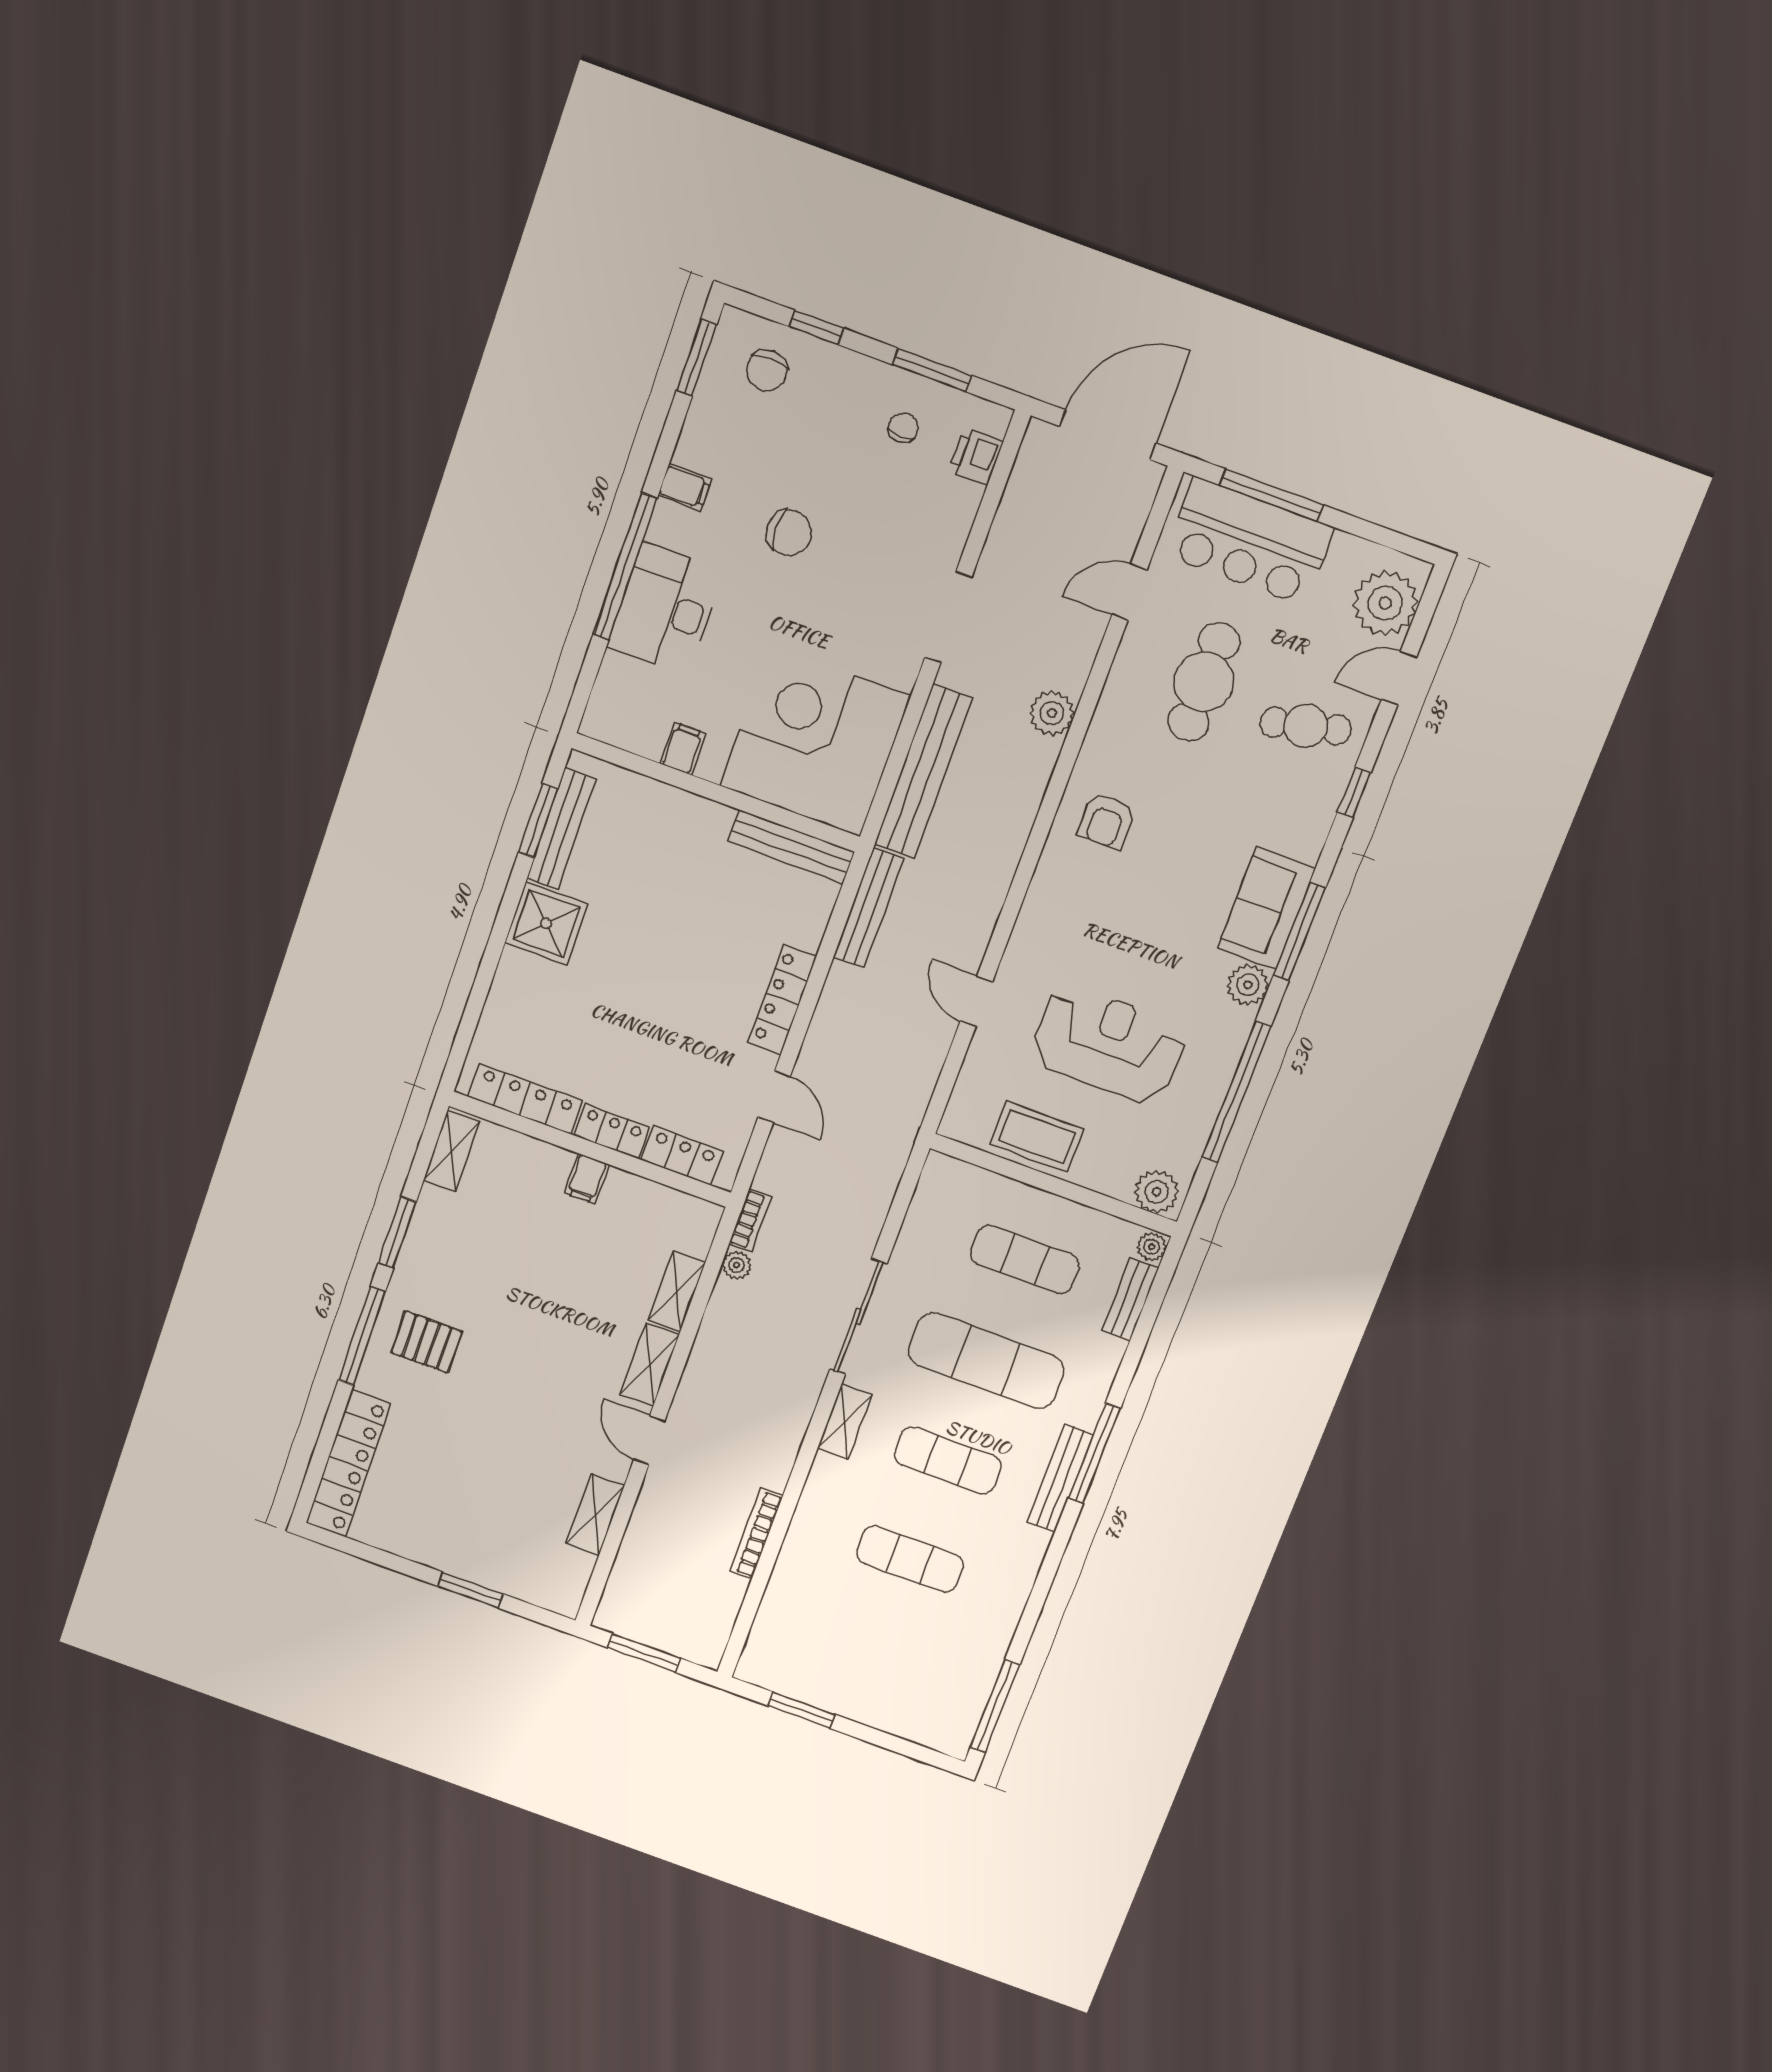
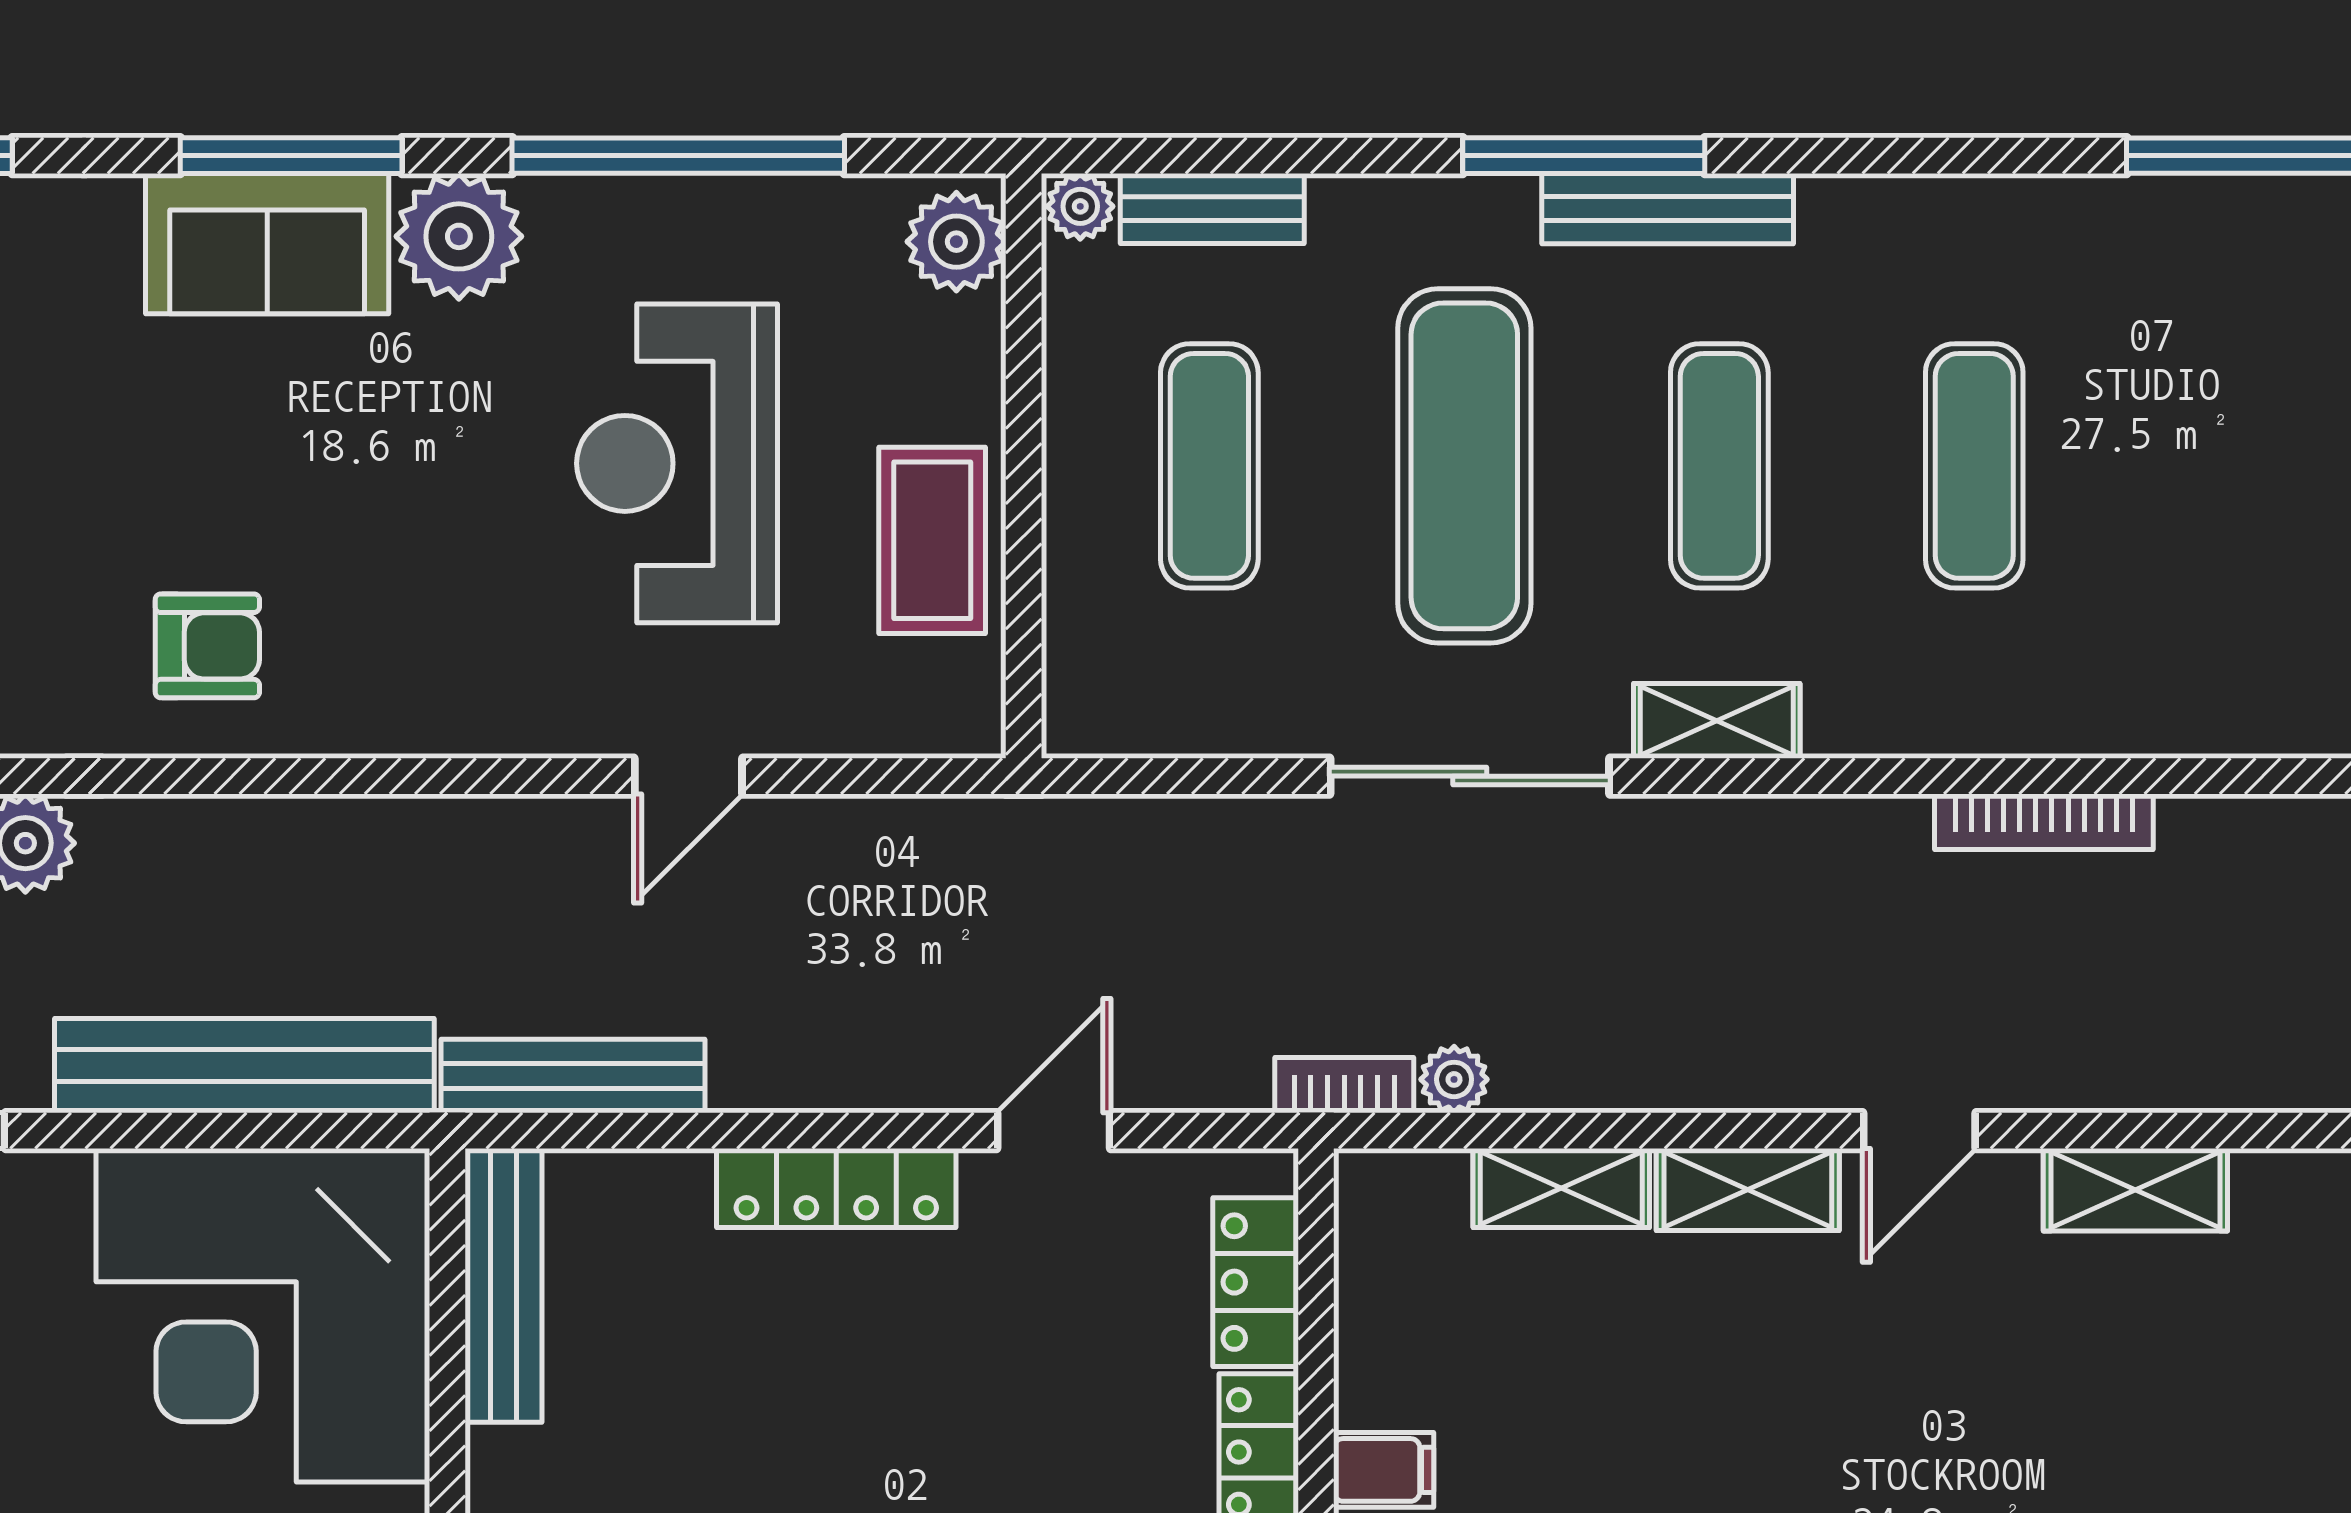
plant: (1248, 985) -> (459, 236), width x1.36, depth x1.36

